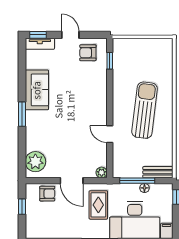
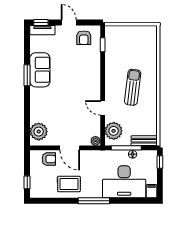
armchair: (88, 53) -> (84, 38), turned -90
sun lounger: (145, 110) -> (133, 87), width x0.73, depth x0.75
window: (22, 114) -> (27, 75), moved
plant: (122, 161) -> (114, 131), added
rug: (98, 205) -> (69, 184), moved, turned 90
window: (22, 207) -> (27, 182), moved

